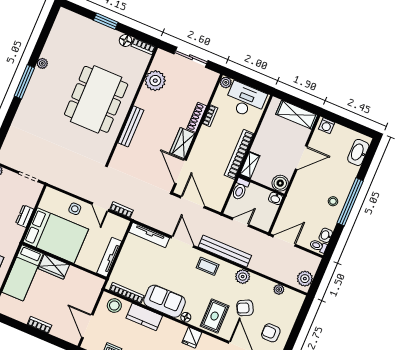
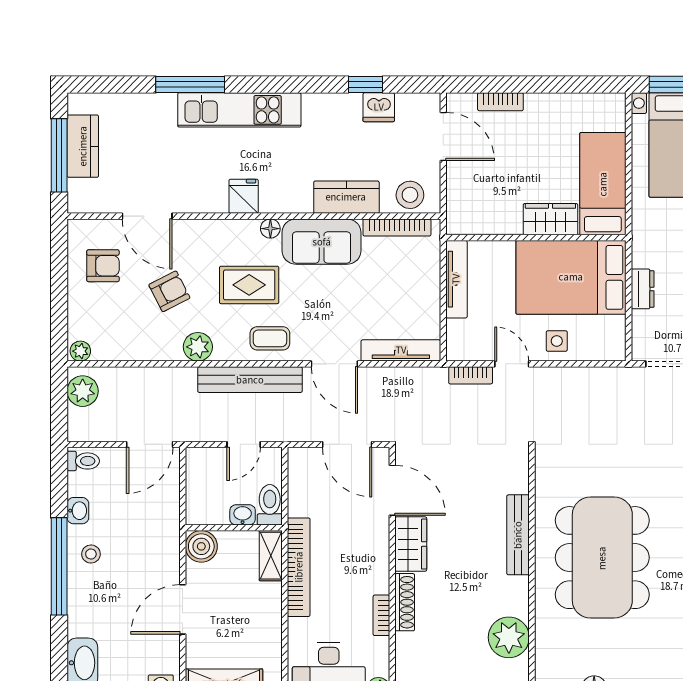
washbasin: (276, 198) -> (243, 515), moved
washbasin: (326, 235) -> (78, 511), moved
plant: (279, 289) -> (80, 351), moved
rug: (215, 316) -> (249, 285), moved, turned 90
bookcase: (39, 325) -> (500, 102), moved

